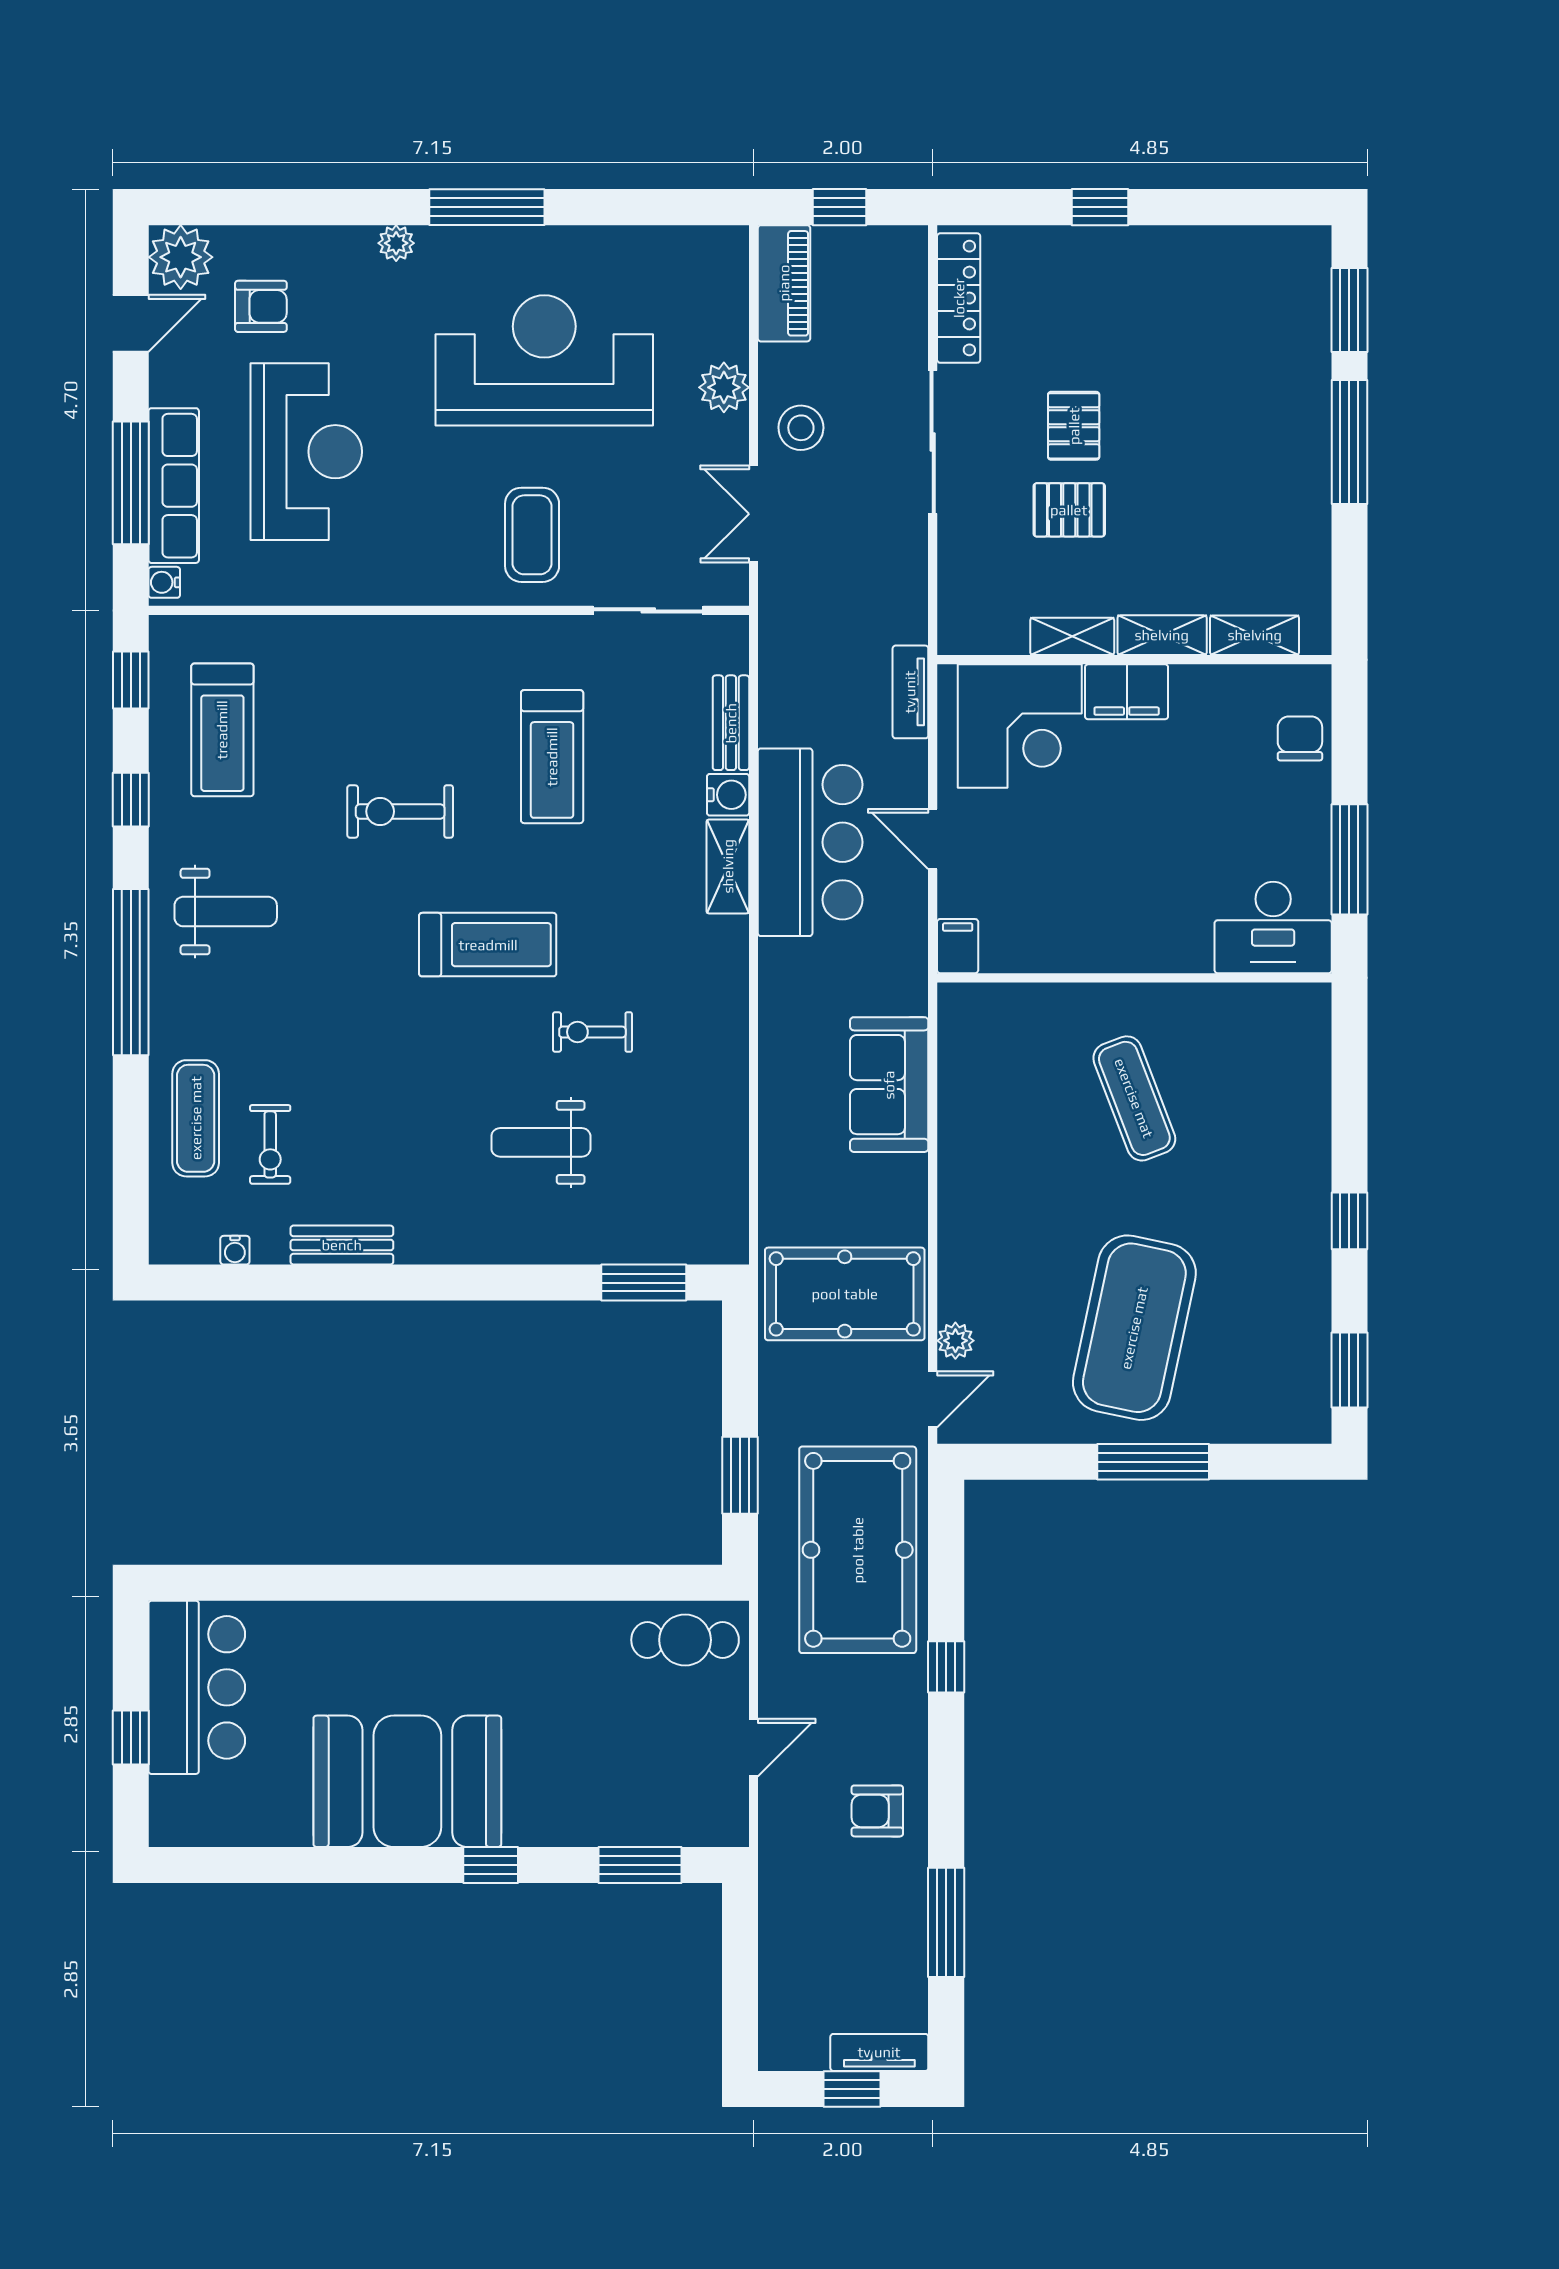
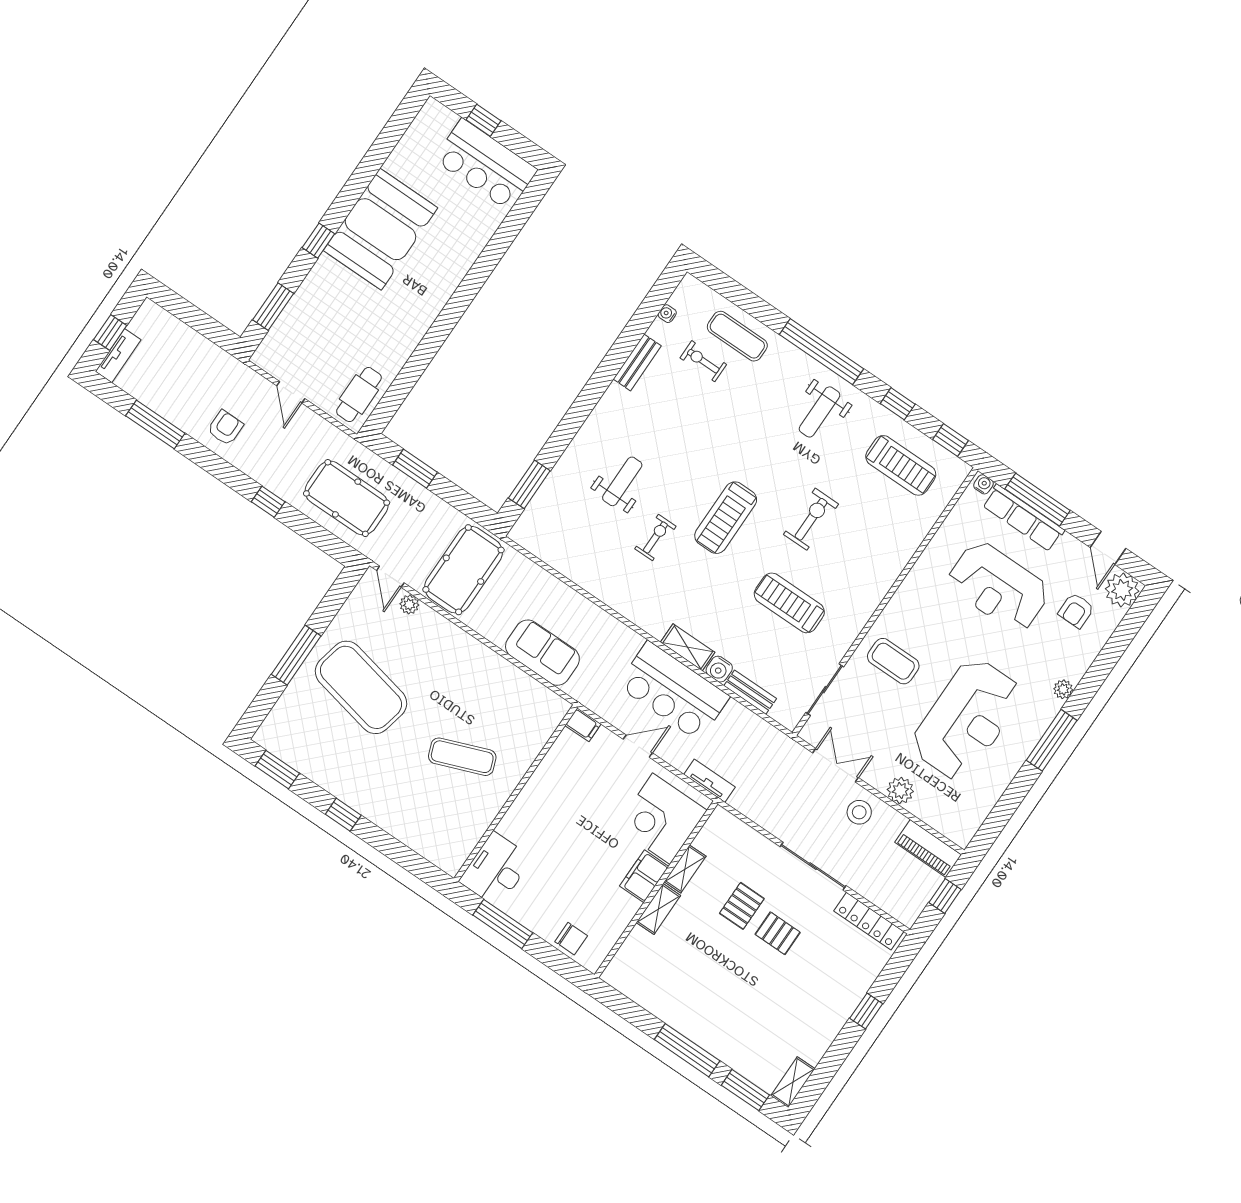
shelving: (1255, 635) -> (793, 1082), moved
treadmill: (222, 730) -> (901, 465), turned 180
pool table: (858, 1550) -> (347, 498), width x0.73, depth x0.76

